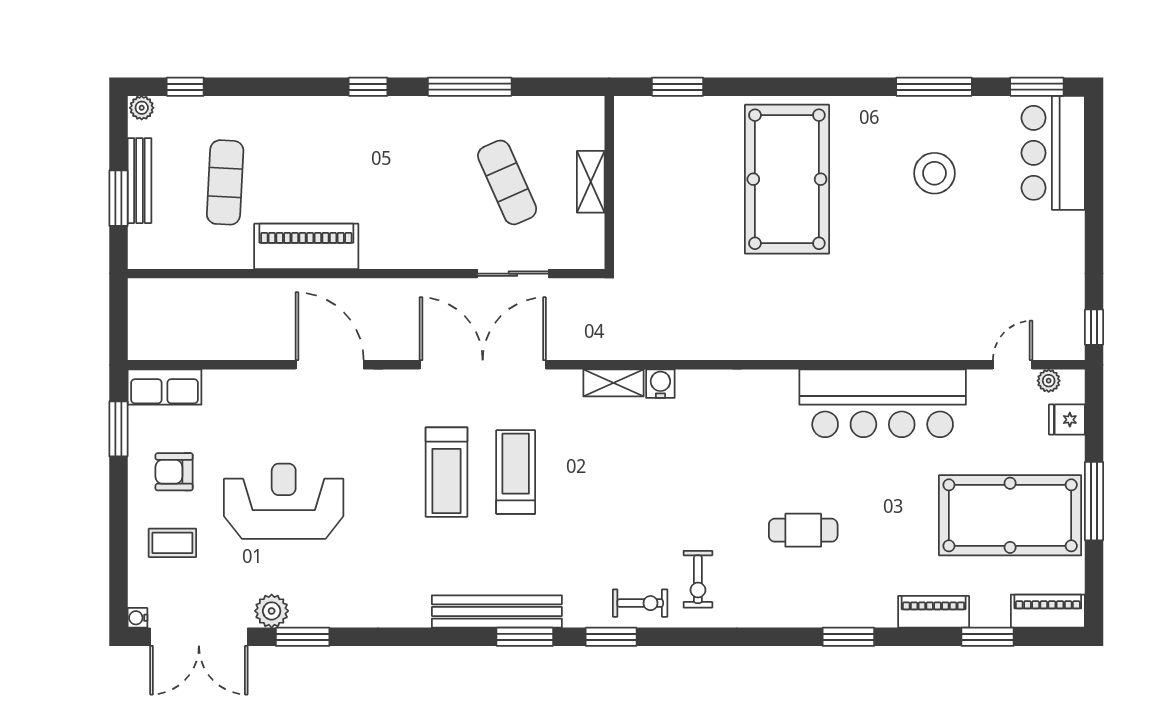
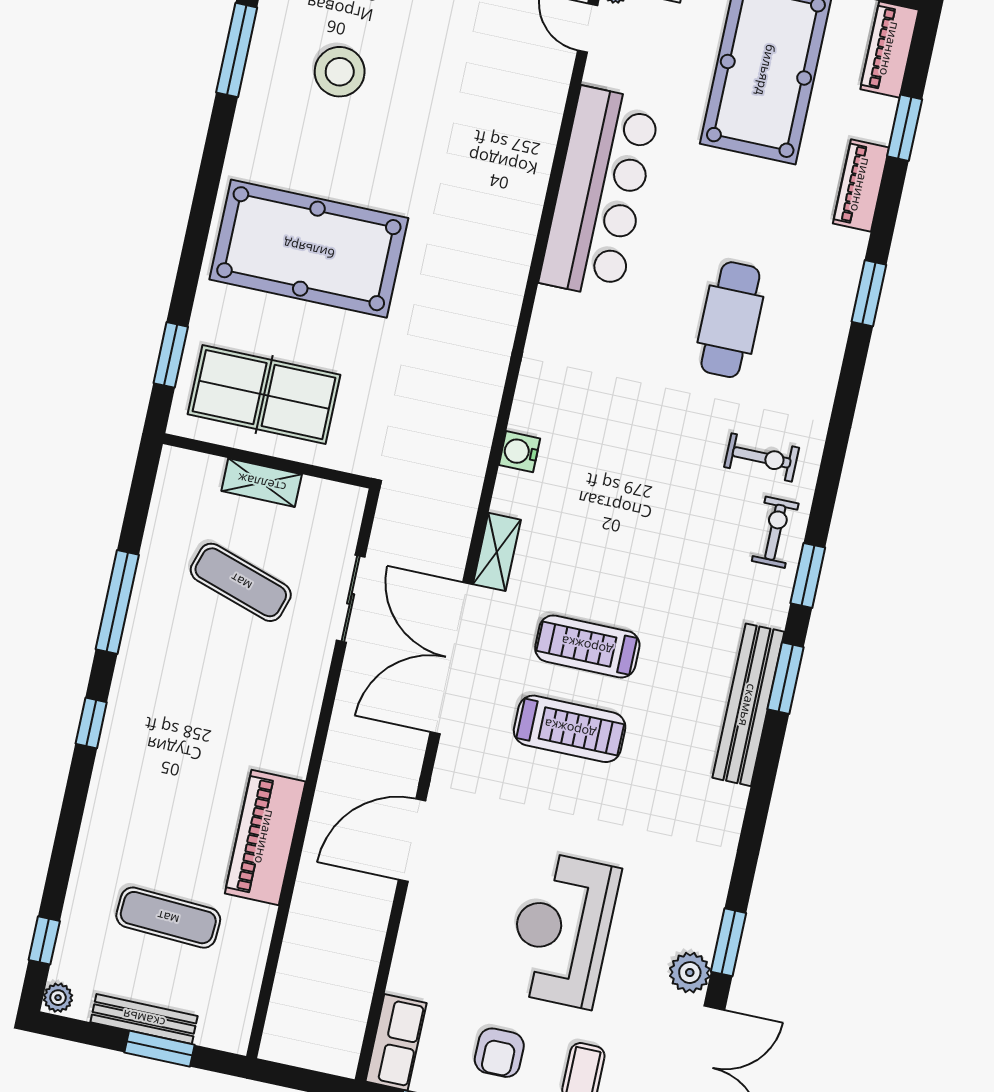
table tennis table: (662, 169) -> (264, 395), added
exercise mat: (507, 182) -> (241, 582), turned 42
shelving: (614, 383) -> (497, 552), moved
cafe table: (803, 530) -> (730, 320), width x1.37, depth x1.35

